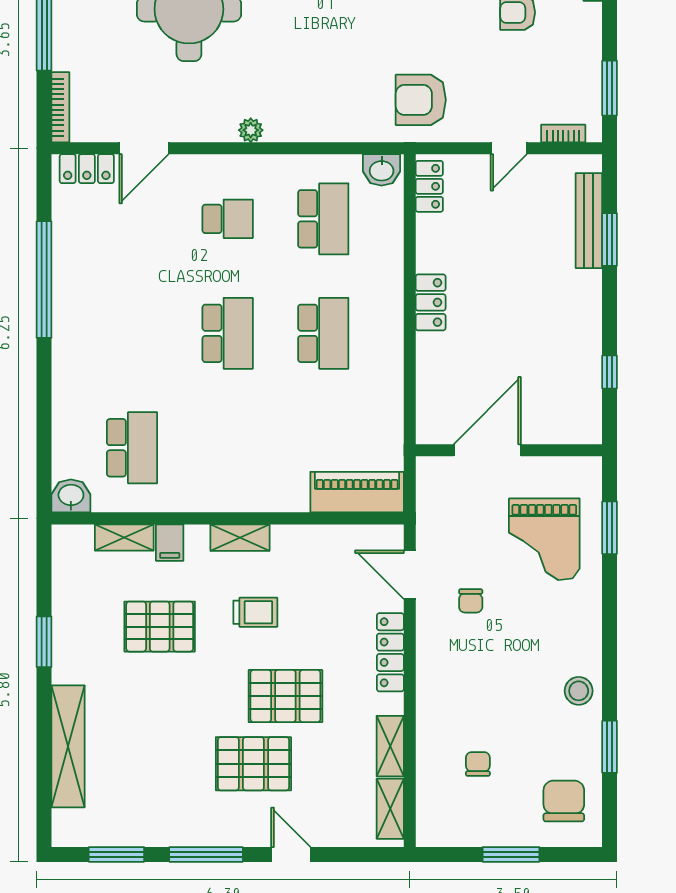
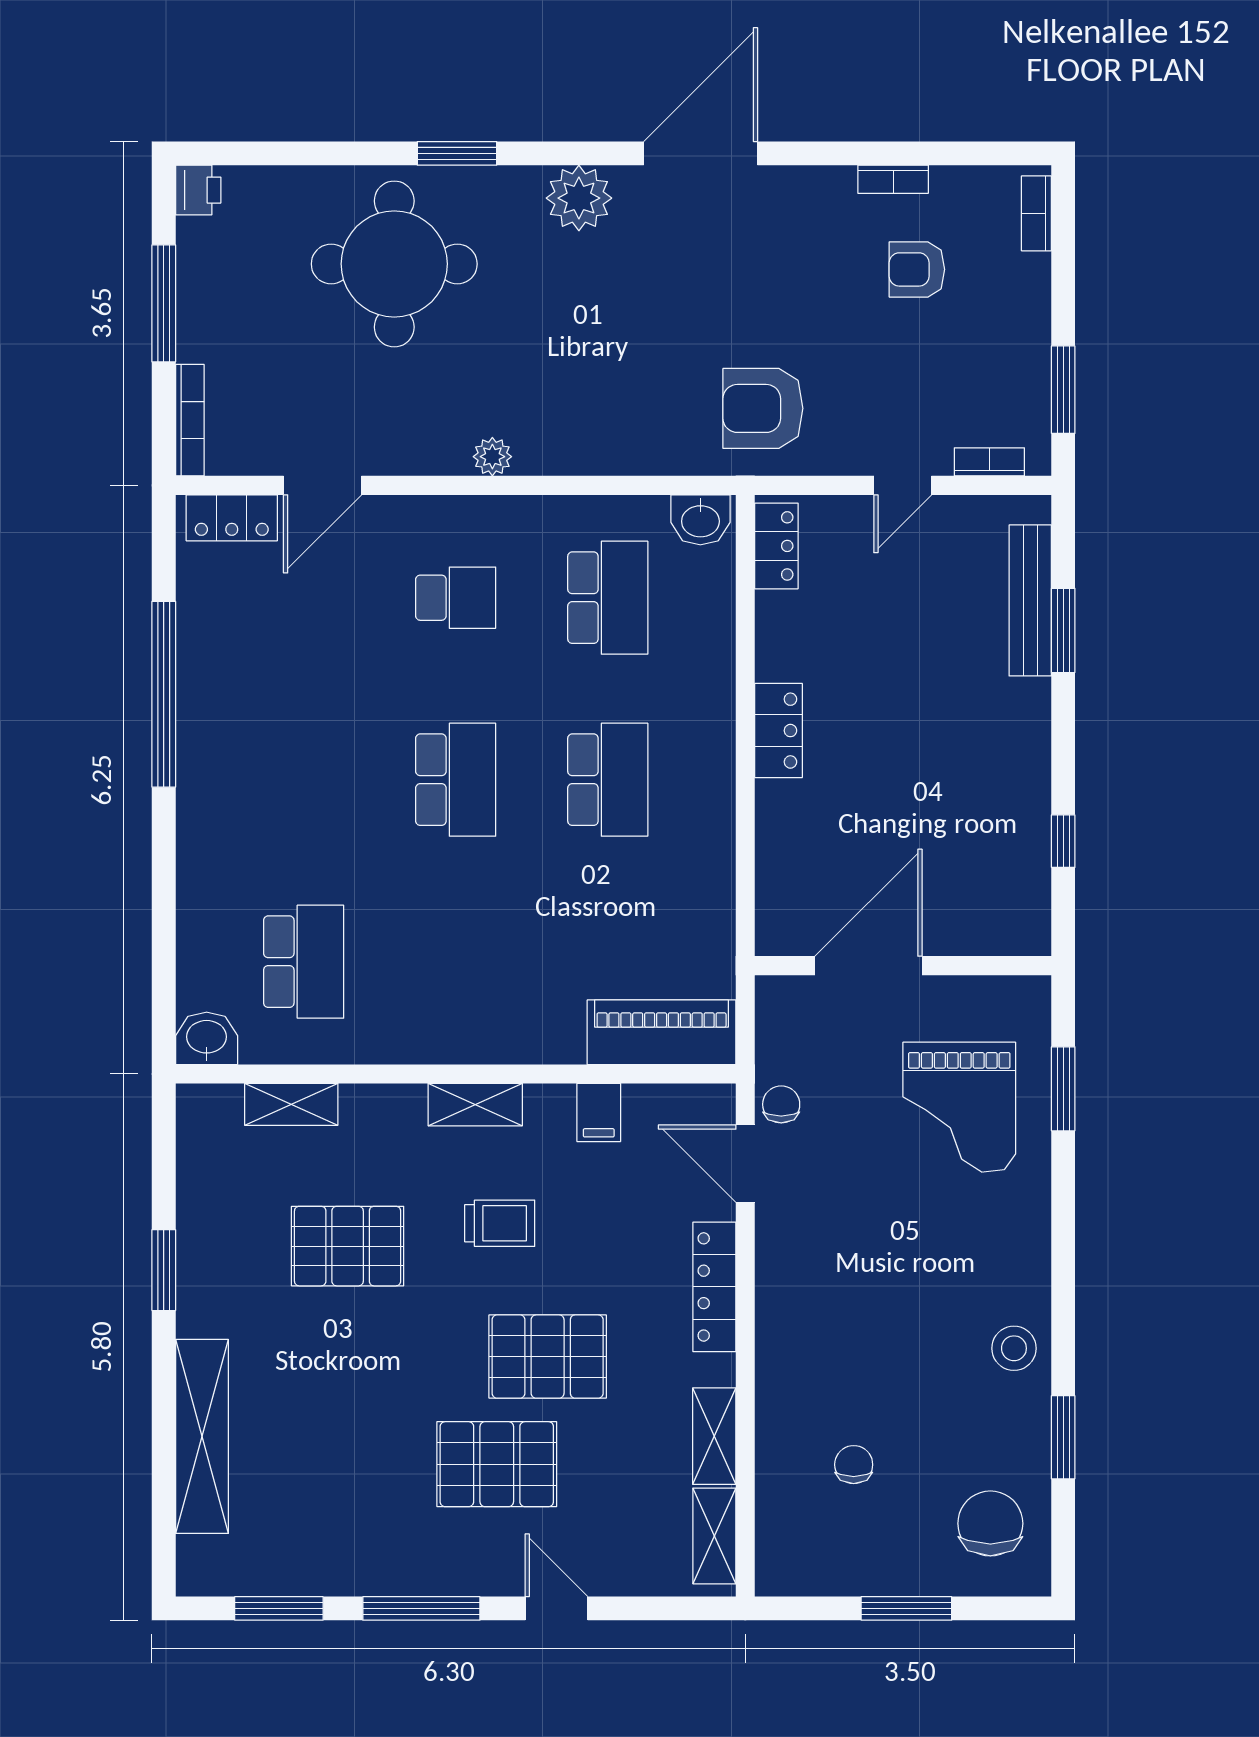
filing cabinet: (170, 543) -> (599, 1112), moved
chair: (471, 601) -> (781, 1104), moved, turned 180

